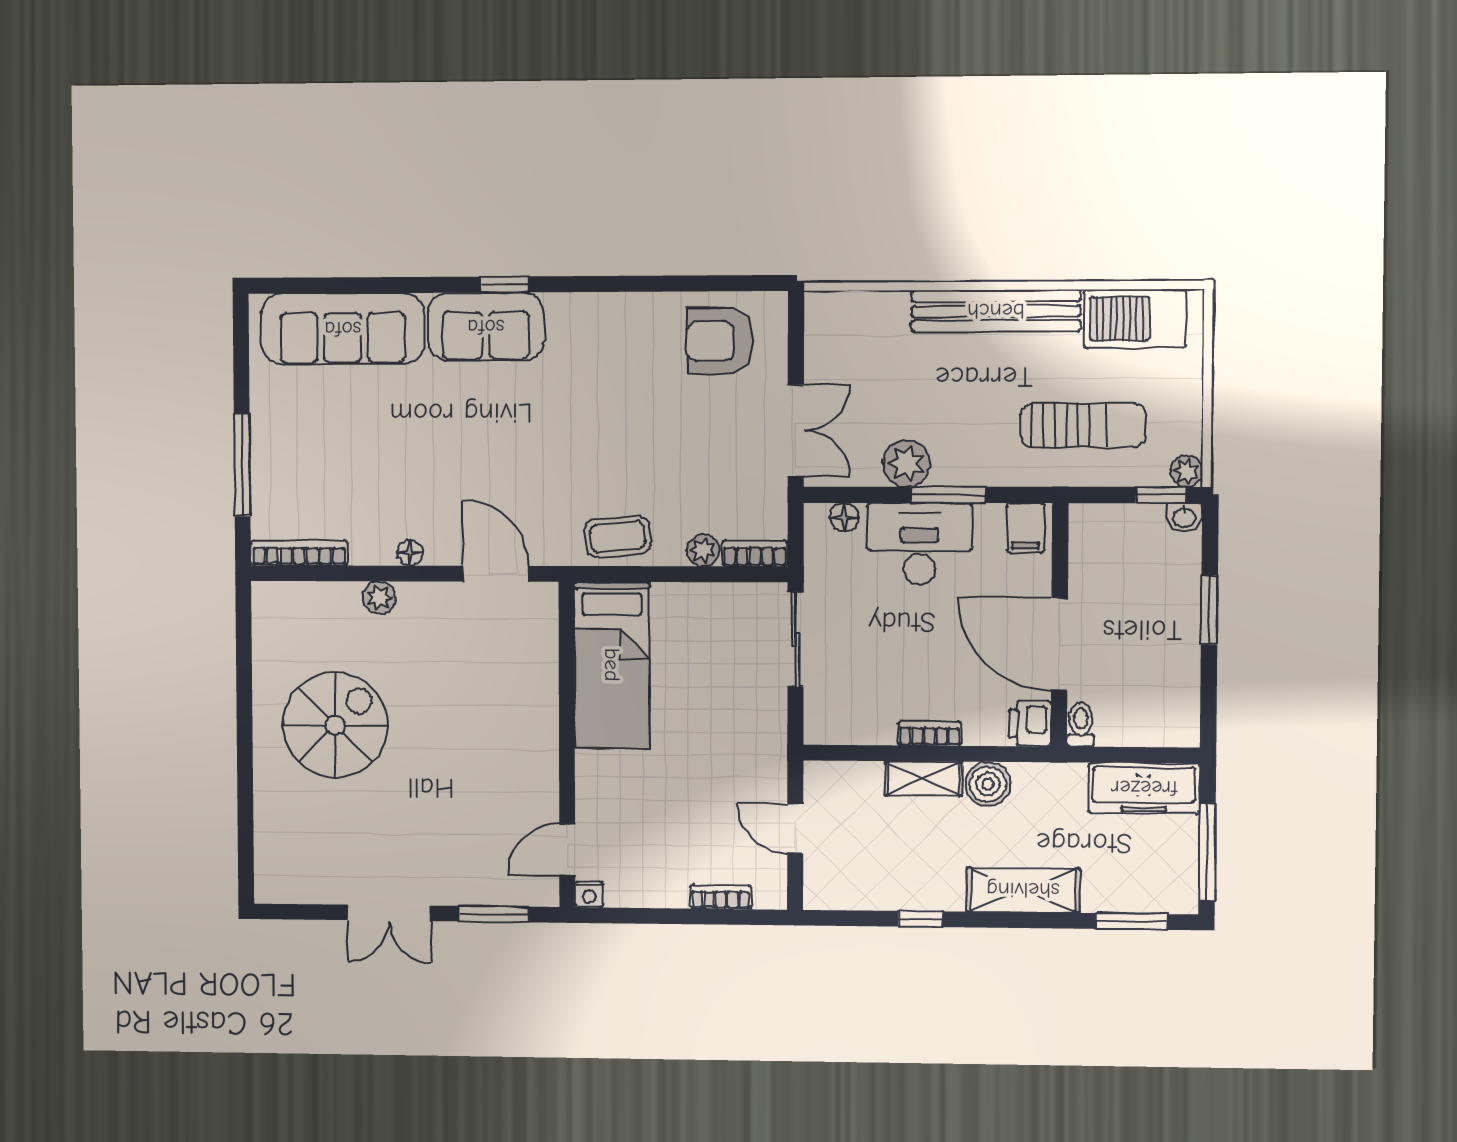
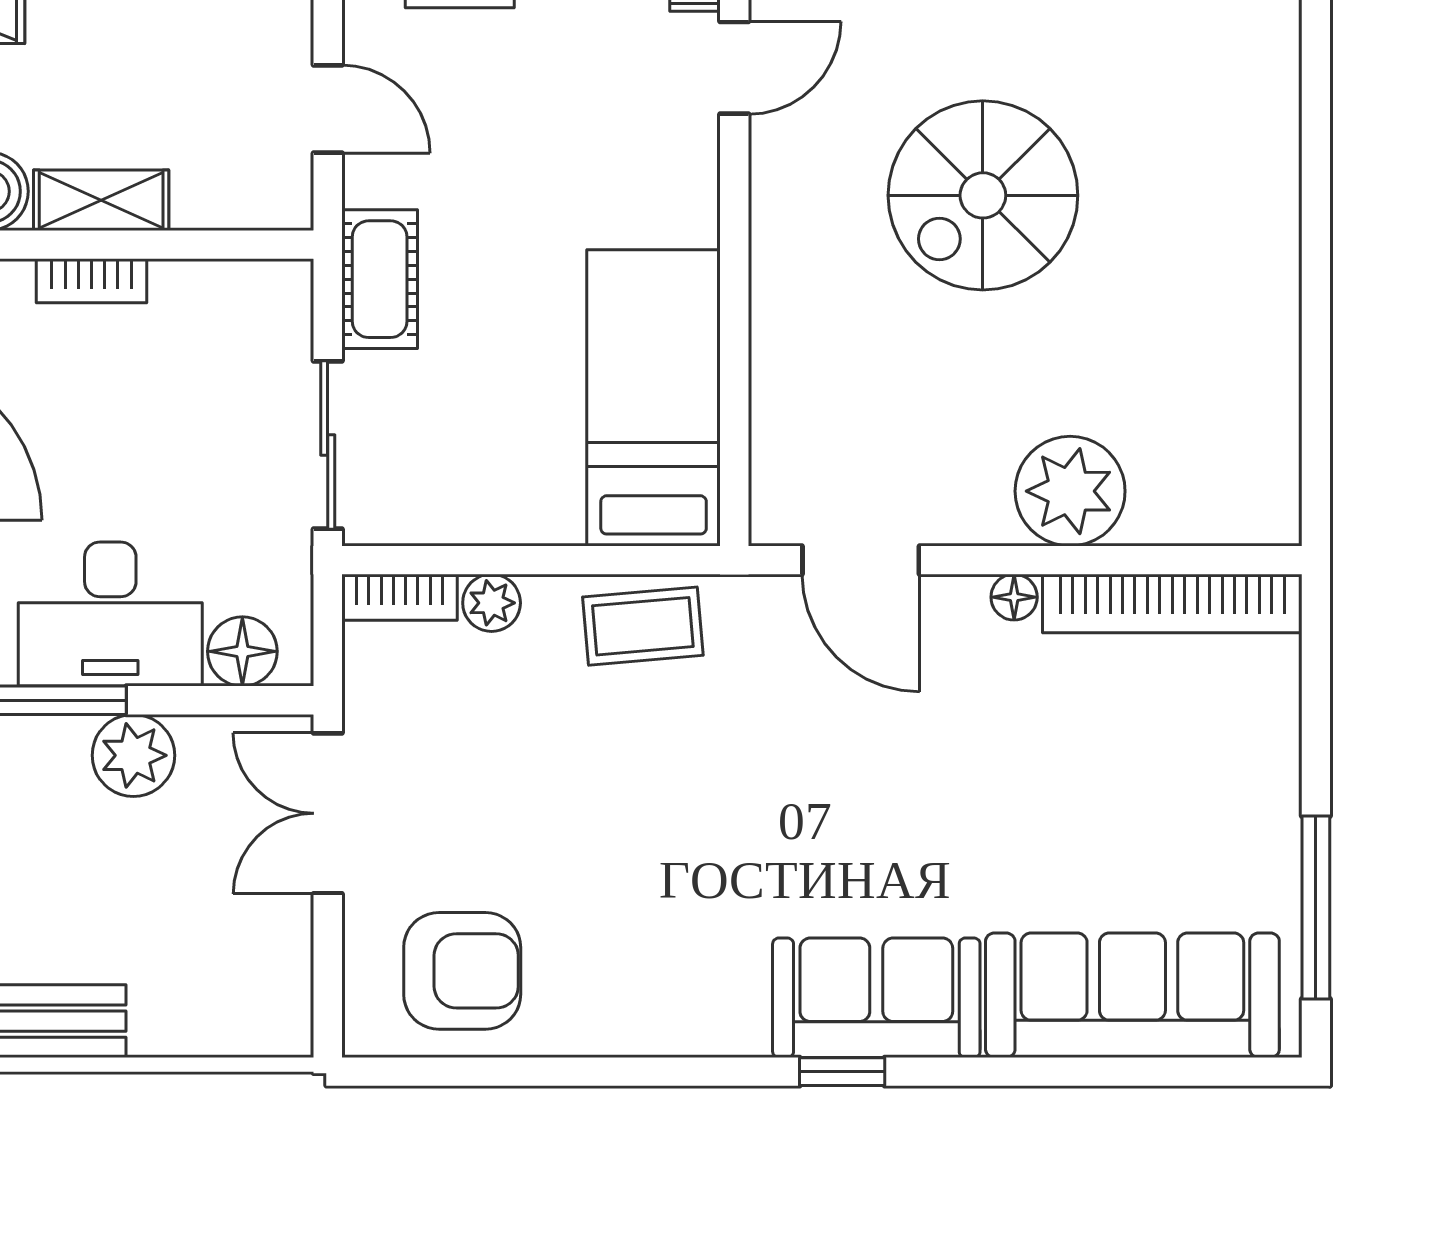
window: (242, 465) -> (1316, 907), moved
floor lamp: (844, 517) -> (242, 651), width x1.37, depth x1.37
bookcase: (299, 553) -> (1172, 604), width x1.48, depth x1.31
plant: (379, 598) -> (1070, 491), width x1.87, depth x1.87
spiral stairs: (335, 725) -> (983, 195), moved
cot: (766, 733) -> (380, 279), added

